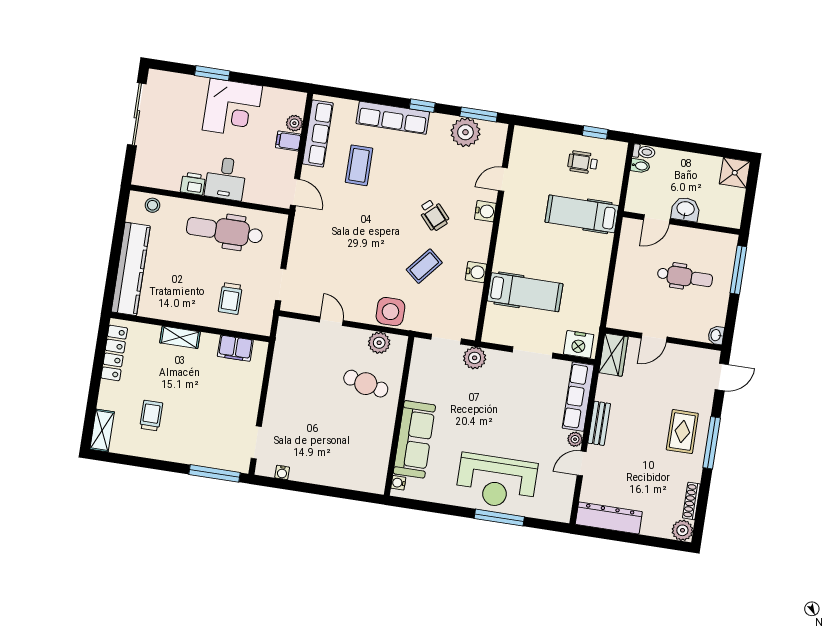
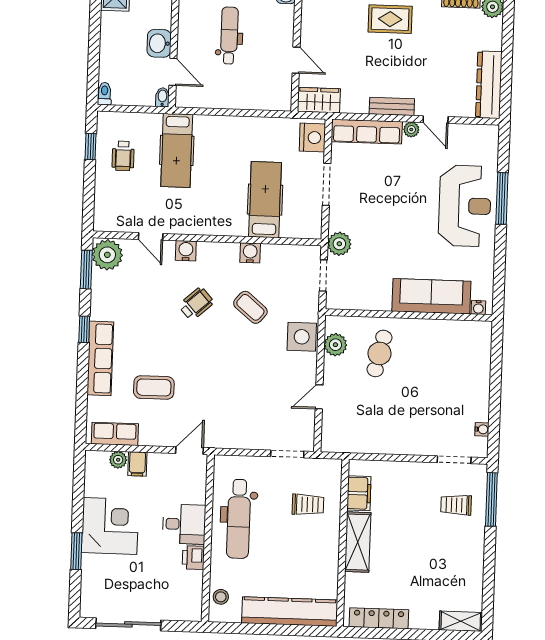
plant: (465, 132) -> (107, 255), moved
row of seats: (318, 133) -> (115, 434), width x0.68
bidet: (640, 166) -> (162, 97), moved
shelving: (180, 337) -> (358, 542), width x1.50, depth x1.33
trolley: (151, 416) -> (456, 505), moved

